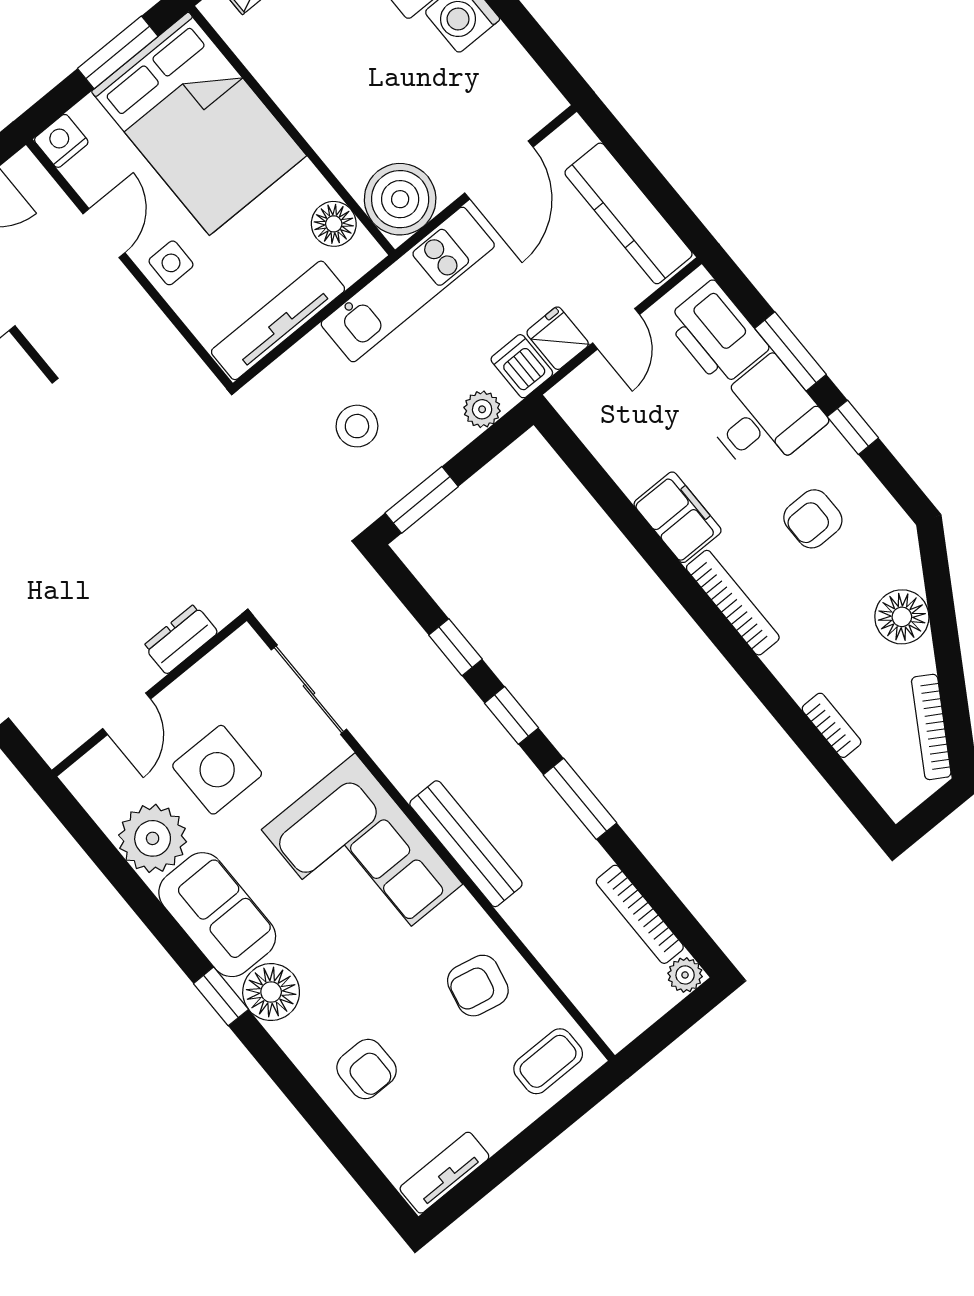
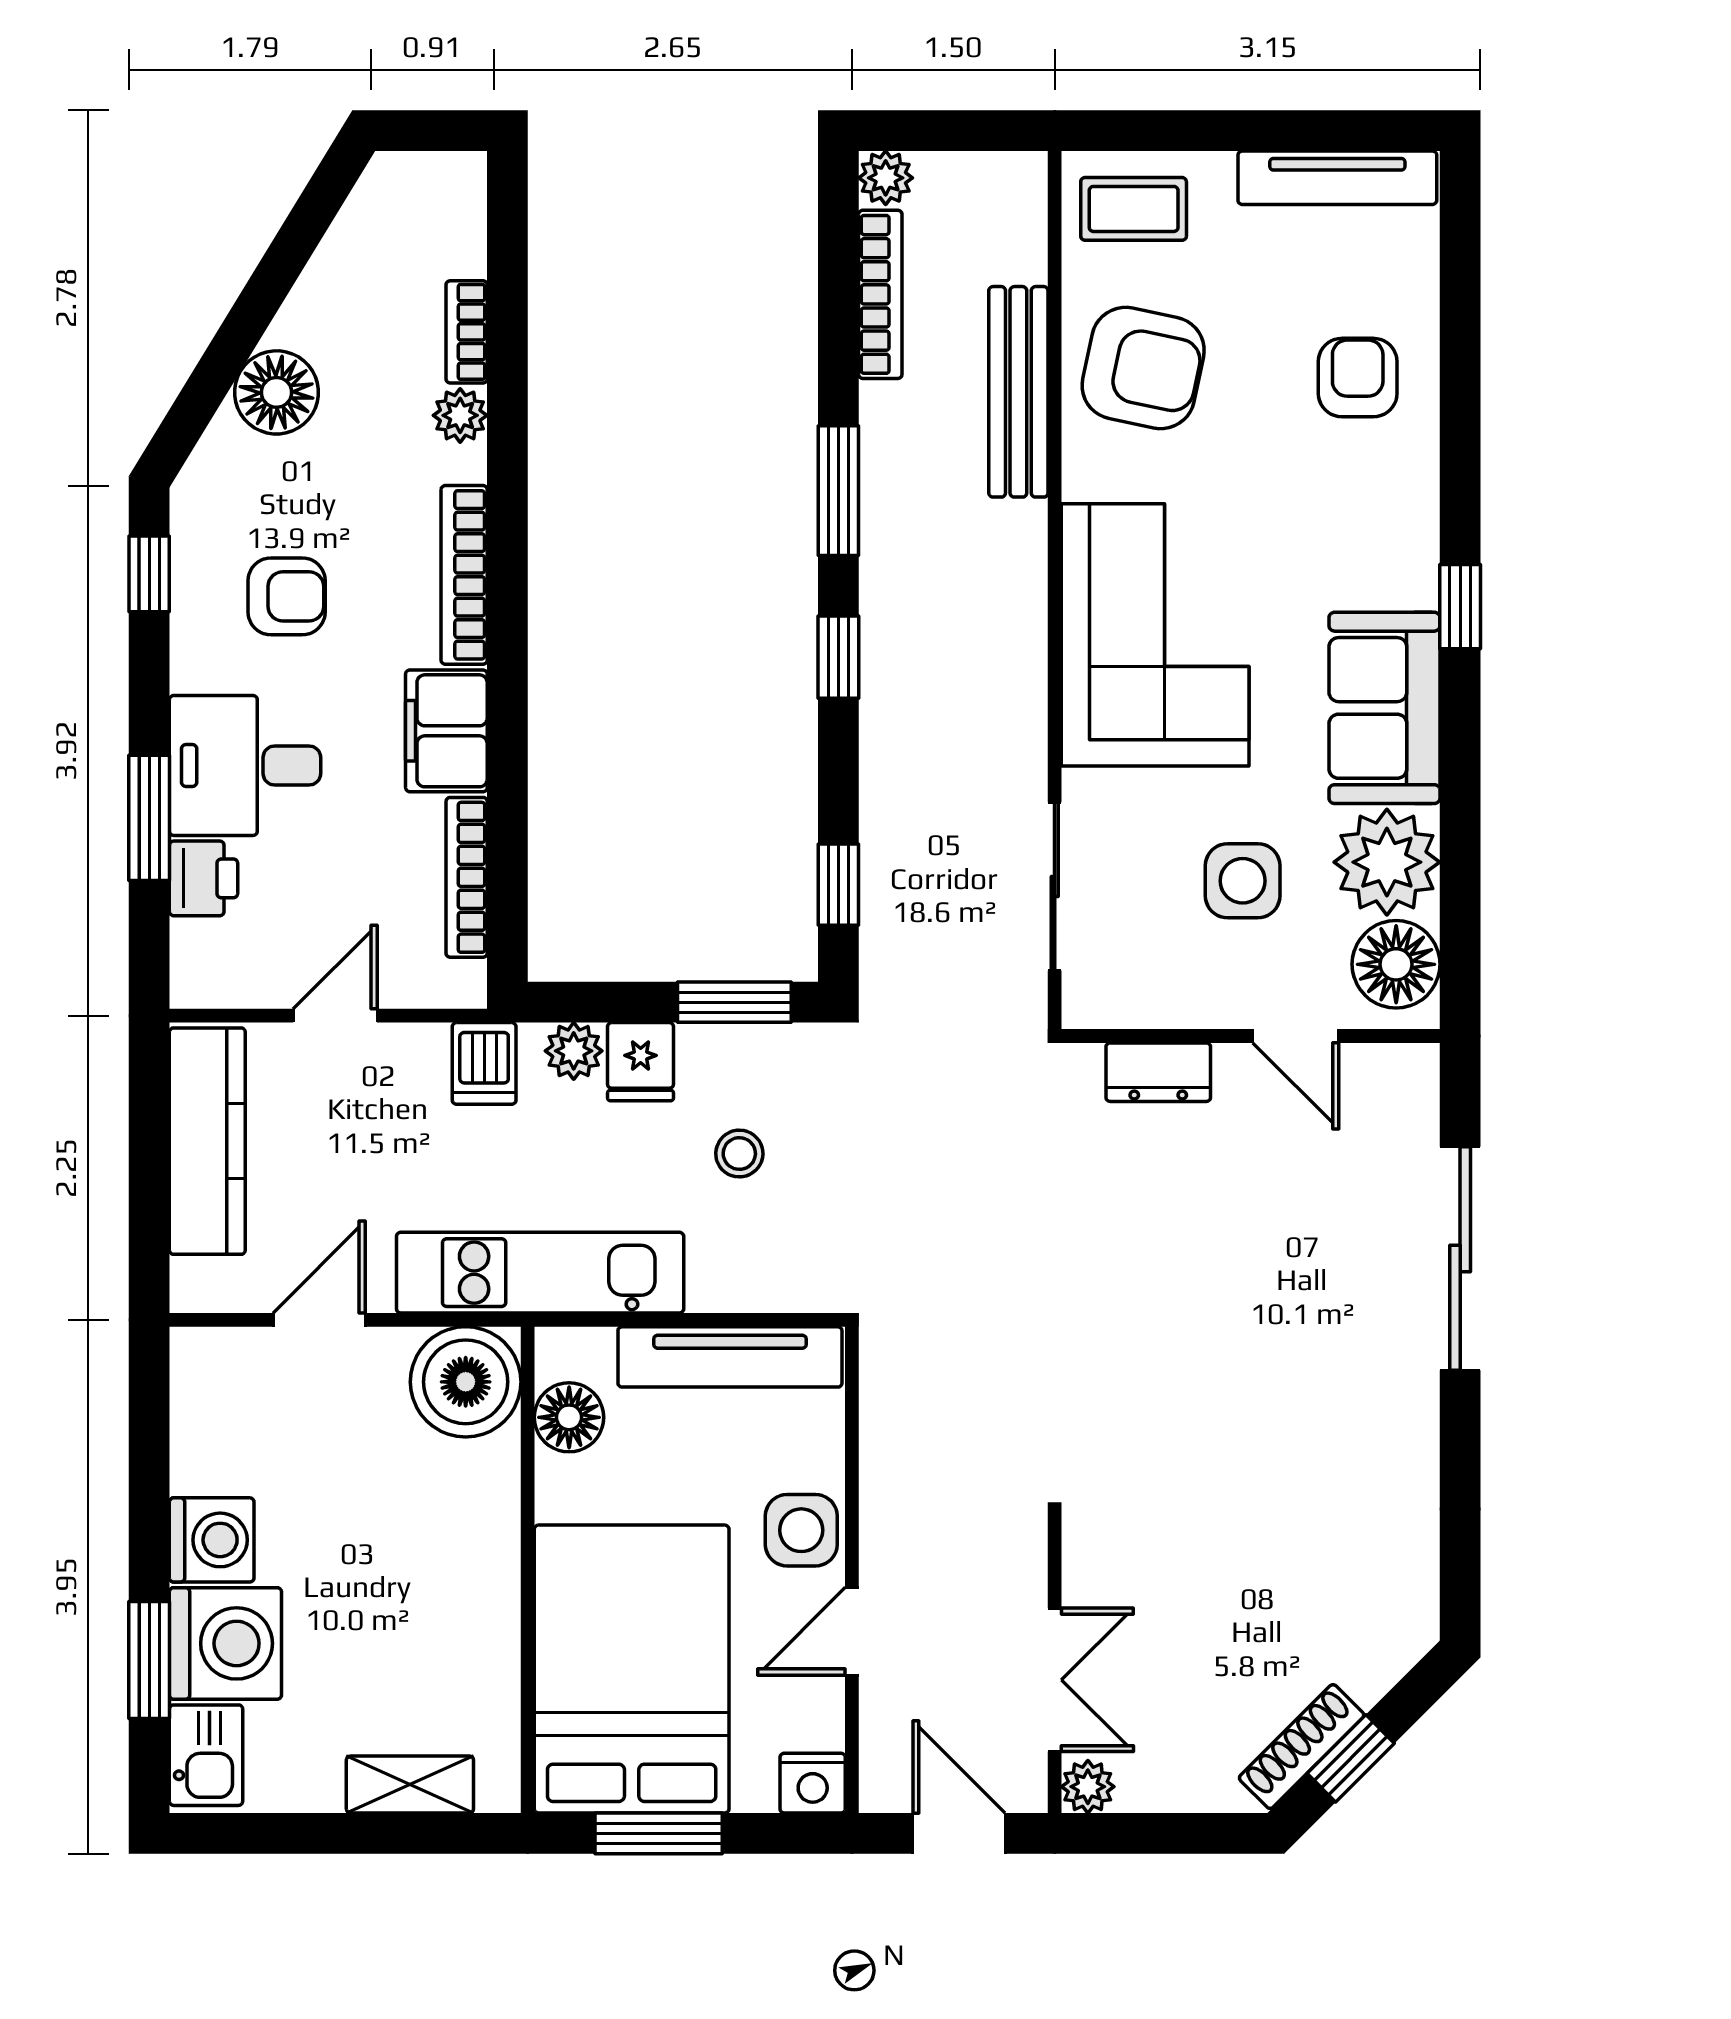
door: (499, 170) -> (319, 1320), width x0.73
side table: (171, 263) -> (801, 1530), width x1.37, depth x1.37
printer: (717, 334) -> (204, 878), width x0.53, depth x0.68
fridge: (558, 338) -> (641, 1062), moved
stool: (357, 426) -> (739, 1154), width x0.73, depth x0.73
window: (853, 427) -> (149, 574), moved
window: (455, 647) -> (838, 885), moved
plant: (800, 681) -> (460, 415), added
door: (127, 714) -> (1296, 1036), swing flipped
bookcase: (931, 727) -> (467, 877), moved, turned 149
side table: (217, 770) -> (1243, 881), width x0.73, depth x0.73
bench: (466, 844) -> (1018, 392), moved
armchair: (478, 986) -> (1143, 368), width x1.38, depth x1.38
floor lamp: (271, 992) -> (1396, 964), moved
tv unit: (444, 1173) -> (1337, 178), width x1.41

